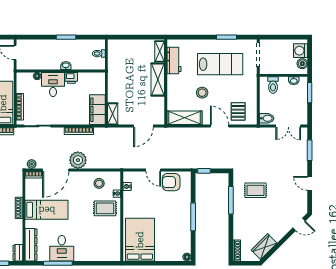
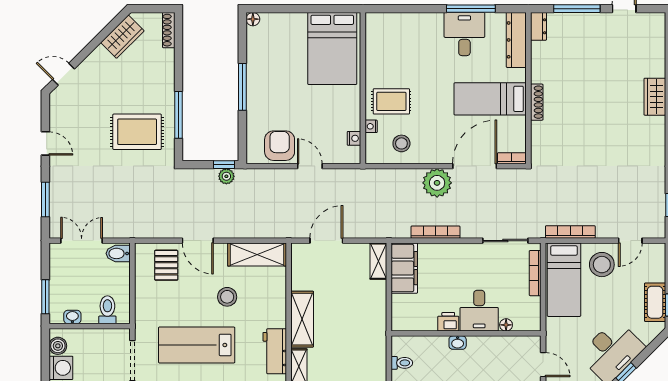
plant: (32, 164) -> (226, 176), moved
armchair: (171, 182) -> (280, 146), turned -90
rug: (255, 190) -> (137, 132), width x1.36, depth x1.43

